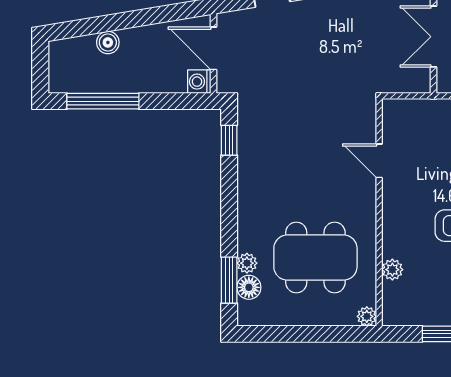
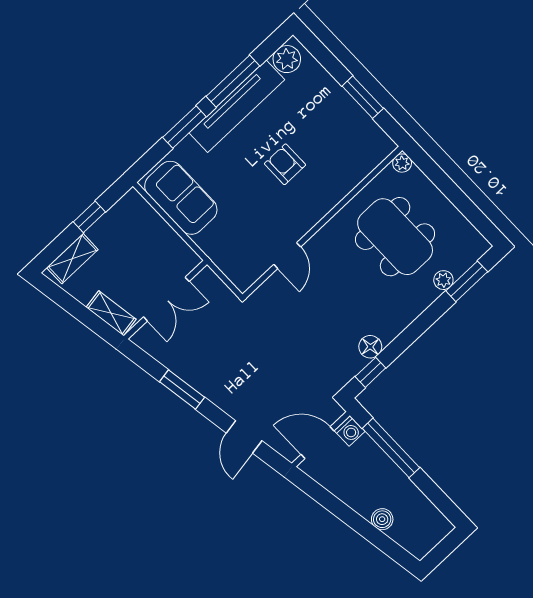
door: (214, 48) -> (317, 443), swing flipped
window: (103, 101) -> (391, 448), moved
plant: (392, 270) -> (353, 176), removed
floor lamp: (249, 287) -> (370, 347), moved

